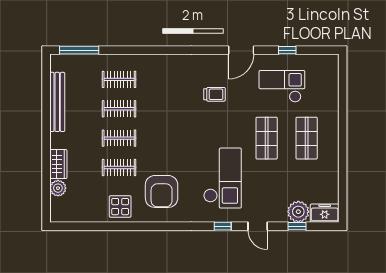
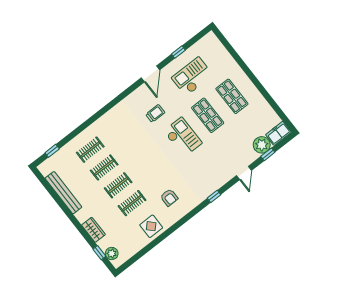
window: (79, 50) -> (52, 151), width x0.46
checkout: (222, 178) -> (183, 137), moved, width x0.73, depth x0.83
plant: (58, 188) -> (112, 253), moved
armchair: (162, 191) -> (169, 197), width x0.53, depth x0.53
window: (46, 192) -> (99, 253), added
window: (223, 226) -> (214, 196), moved
door: (258, 226) -> (244, 173), hinge flipped

